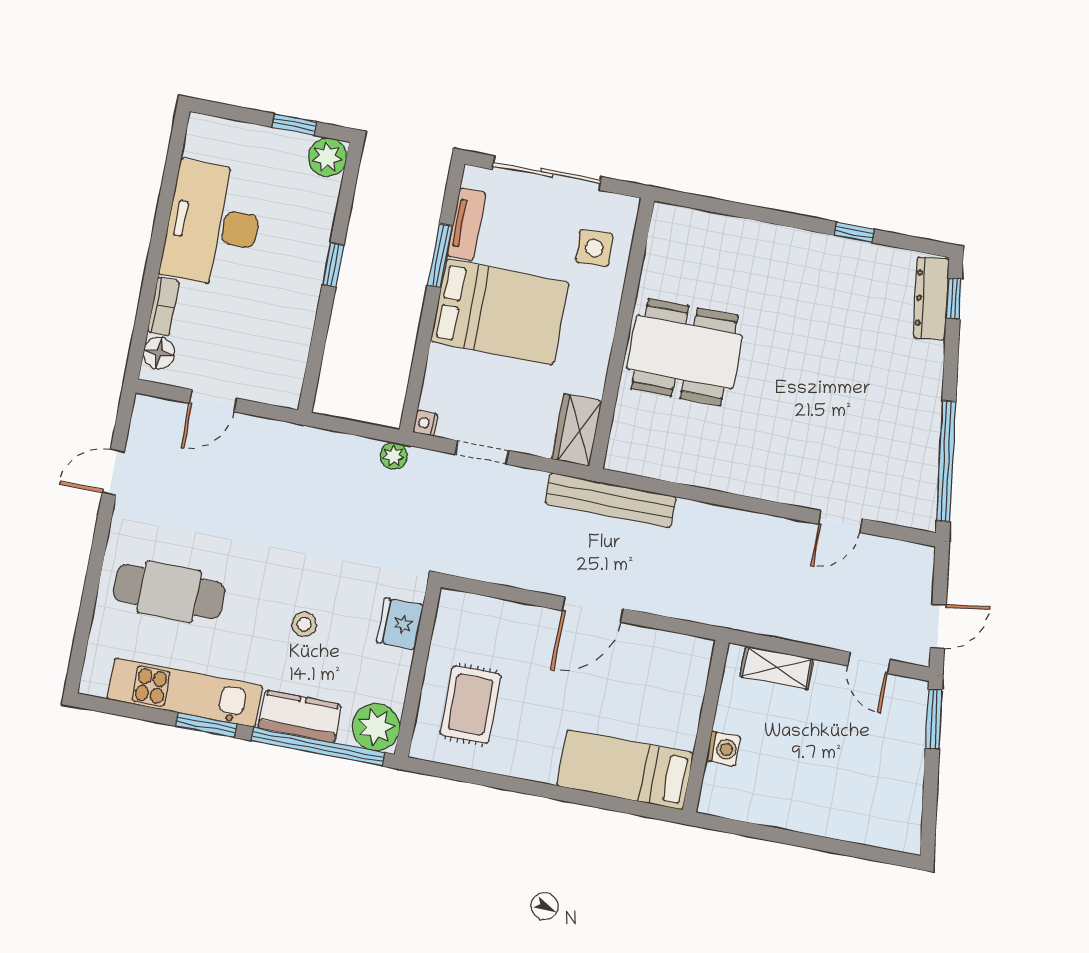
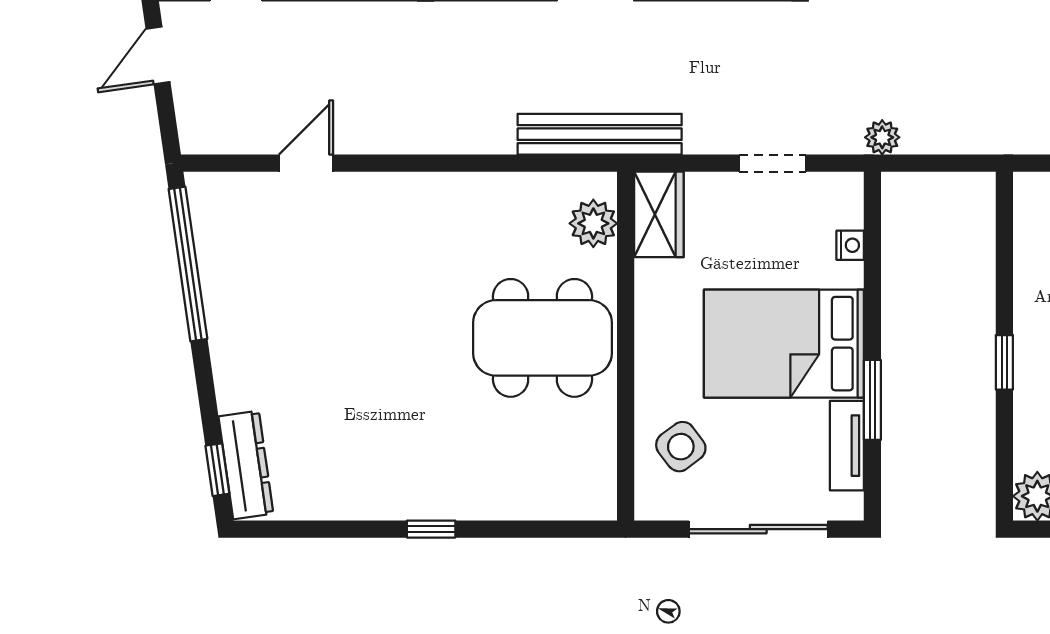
window: (855, 232) -> (431, 529), moved
side table: (594, 248) -> (681, 447), turned -33
nightstand: (425, 423) -> (850, 245), moved
plant: (629, 433) -> (593, 223), added

